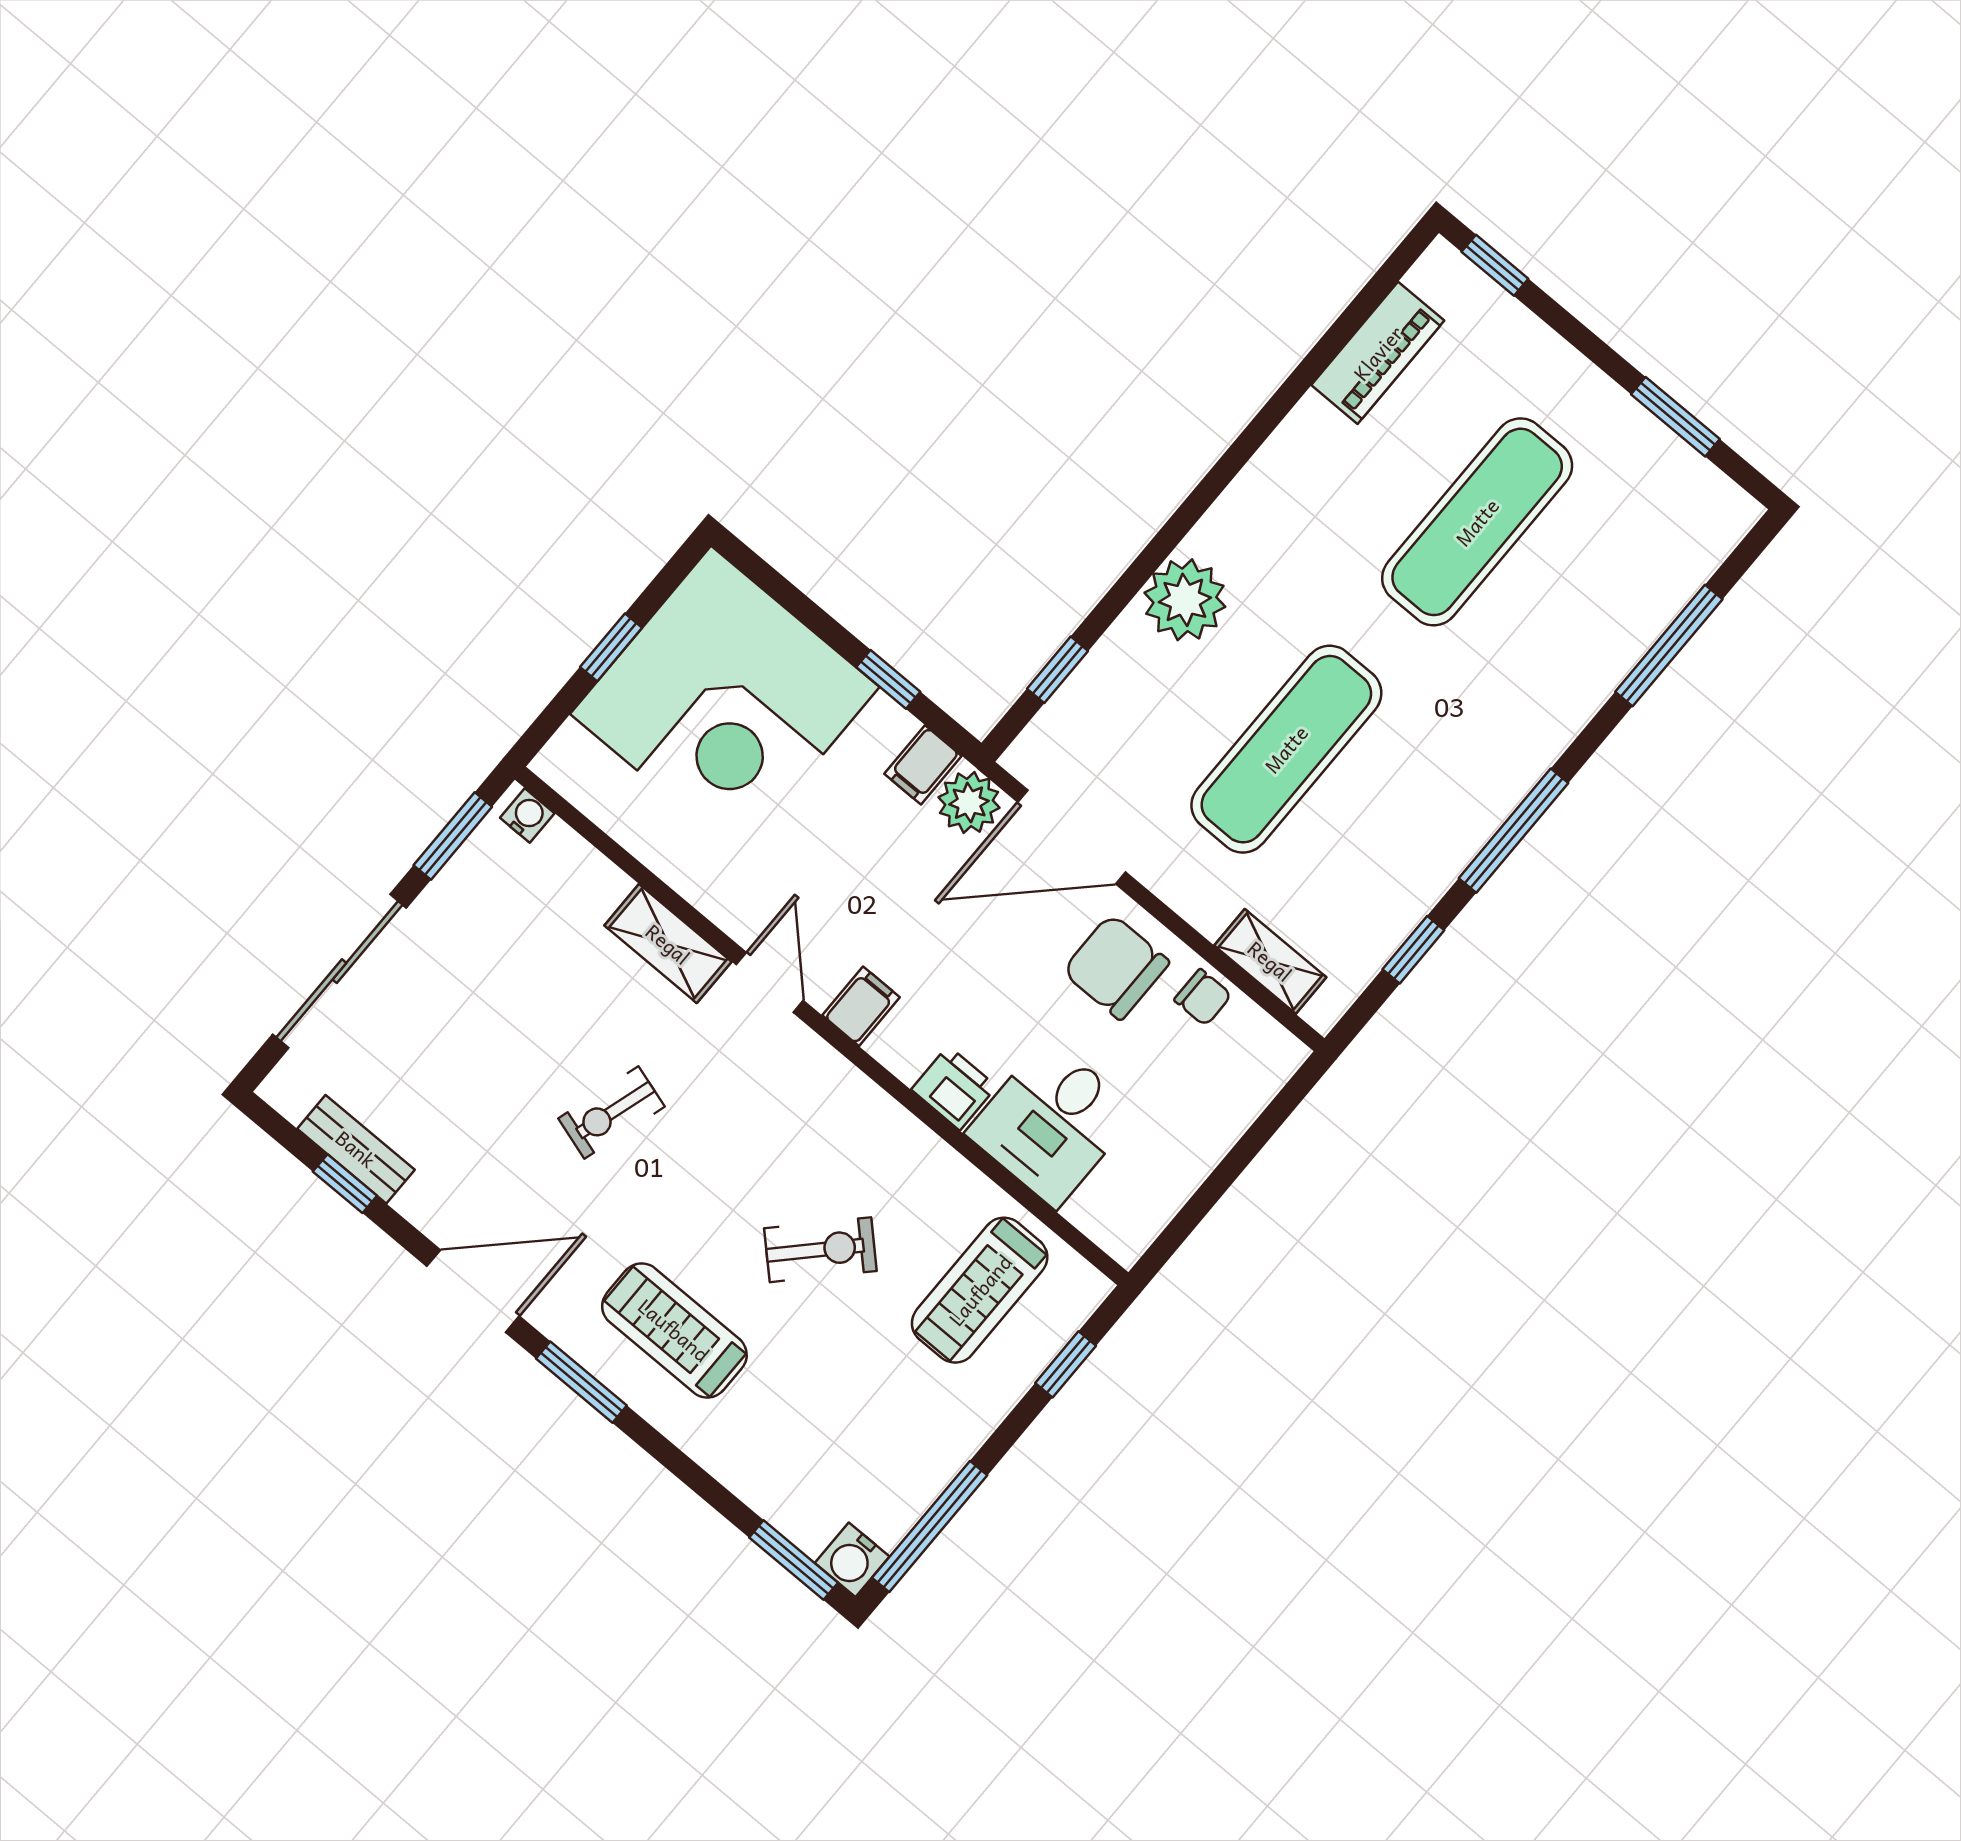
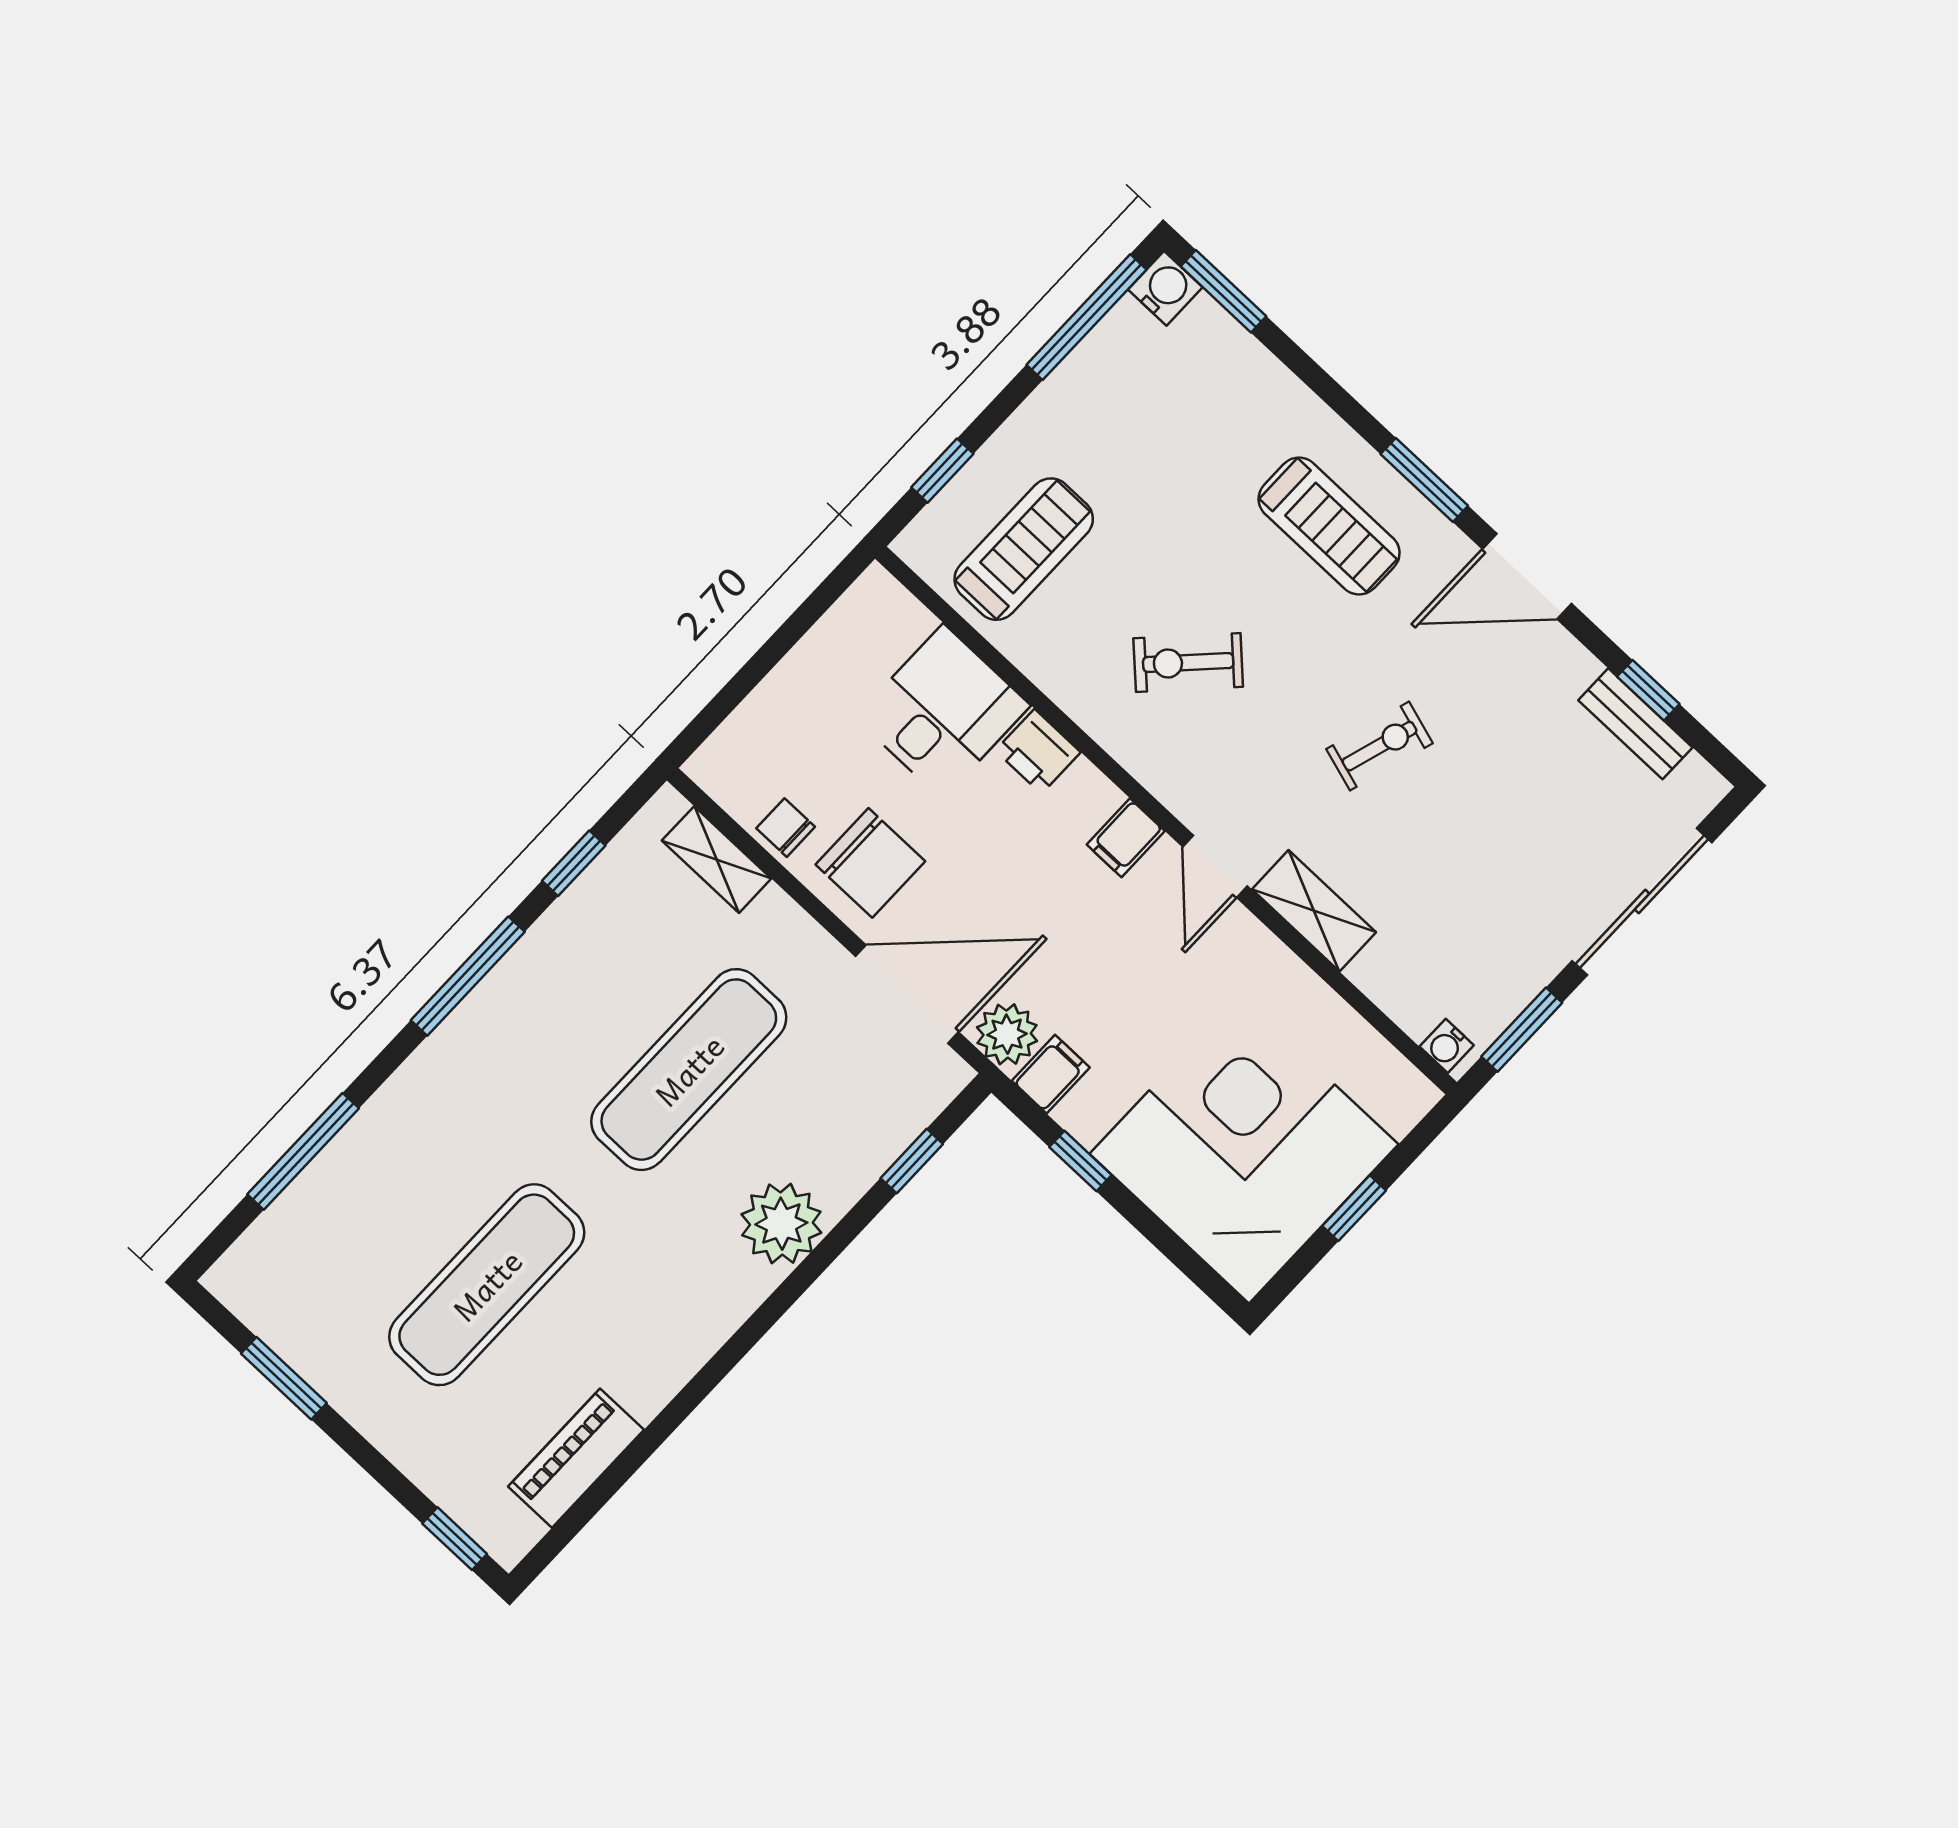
exercise bike: (820, 1250) -> (1188, 663), moved

